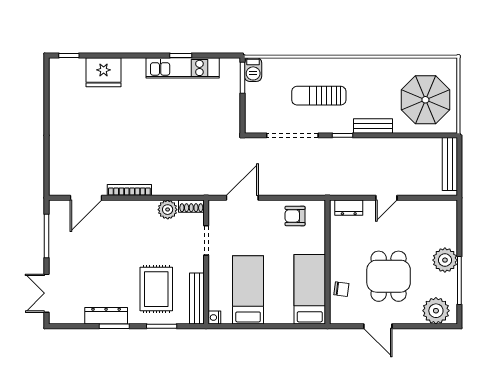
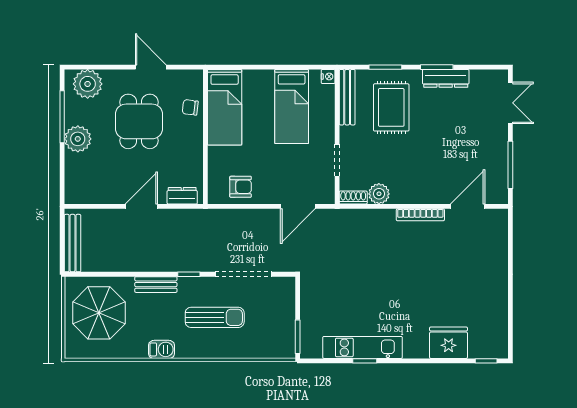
barbecue: (253, 70) -> (162, 349), moved, turned 90
door: (386, 198) -> (141, 206), width x1.38

